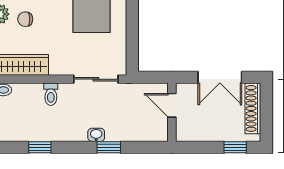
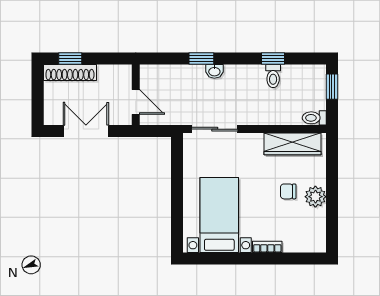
chair: (25, 19) -> (288, 191), turned 180
toilet: (51, 94) -> (273, 76), moved, turned 180
shoe rack: (253, 108) -> (70, 72), moved, turned 90

